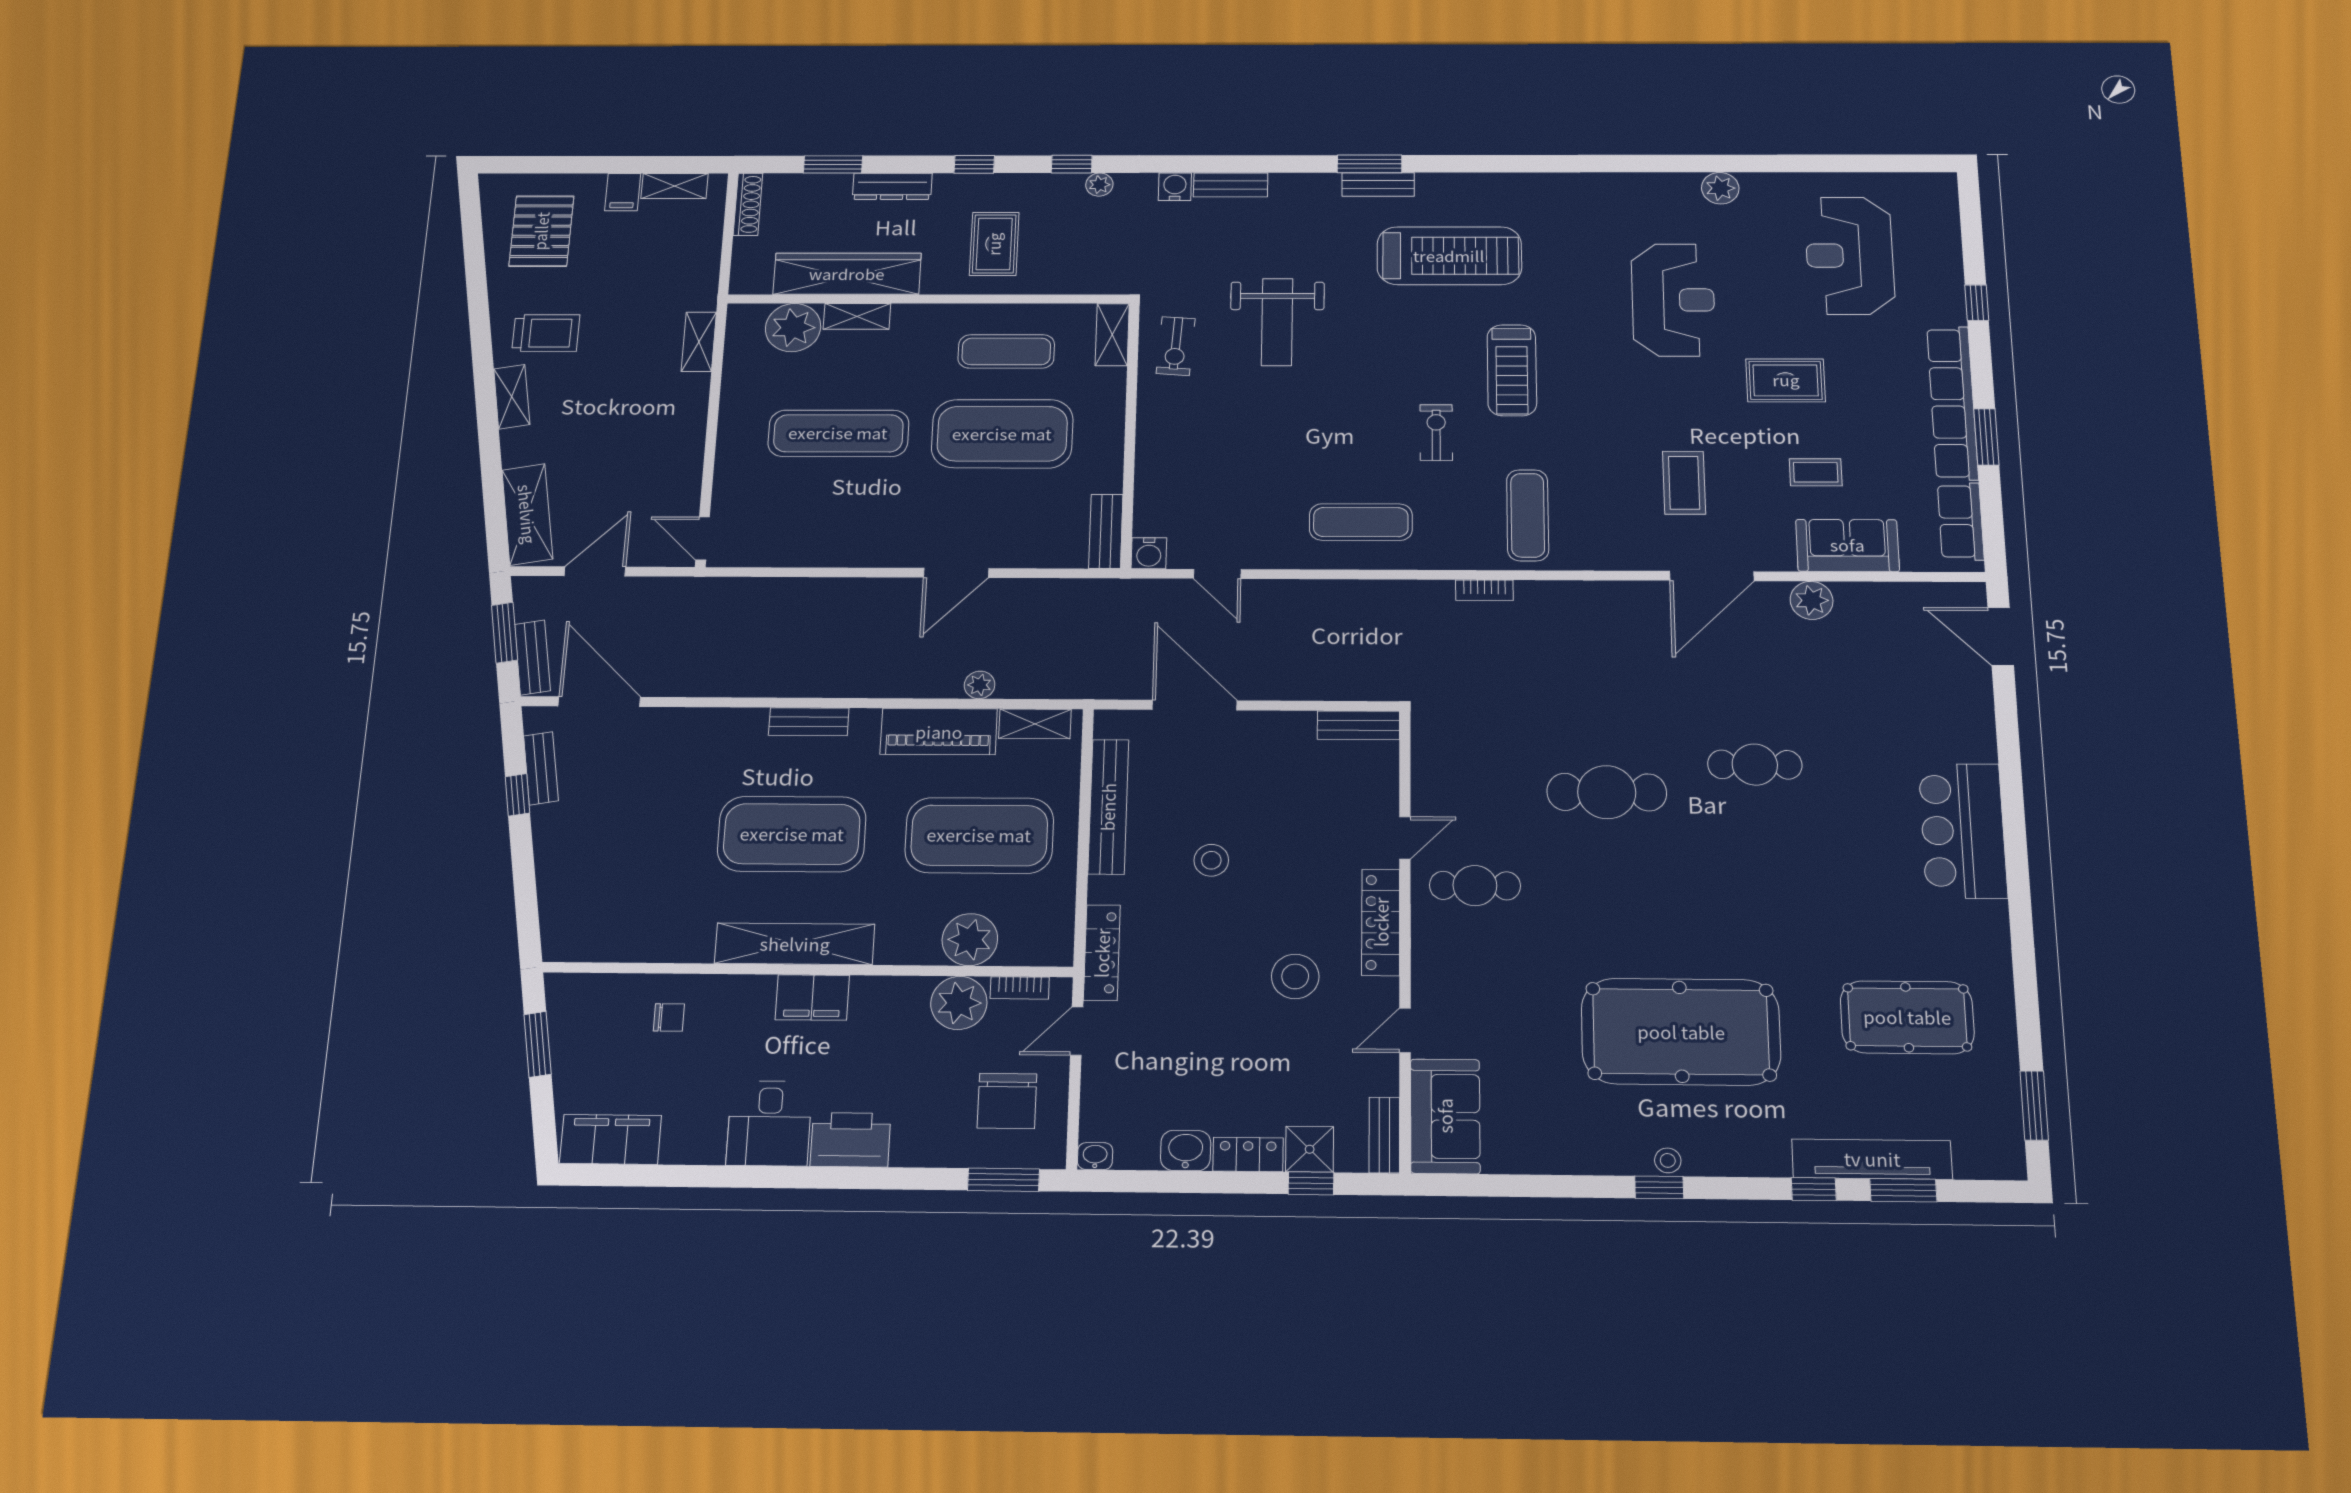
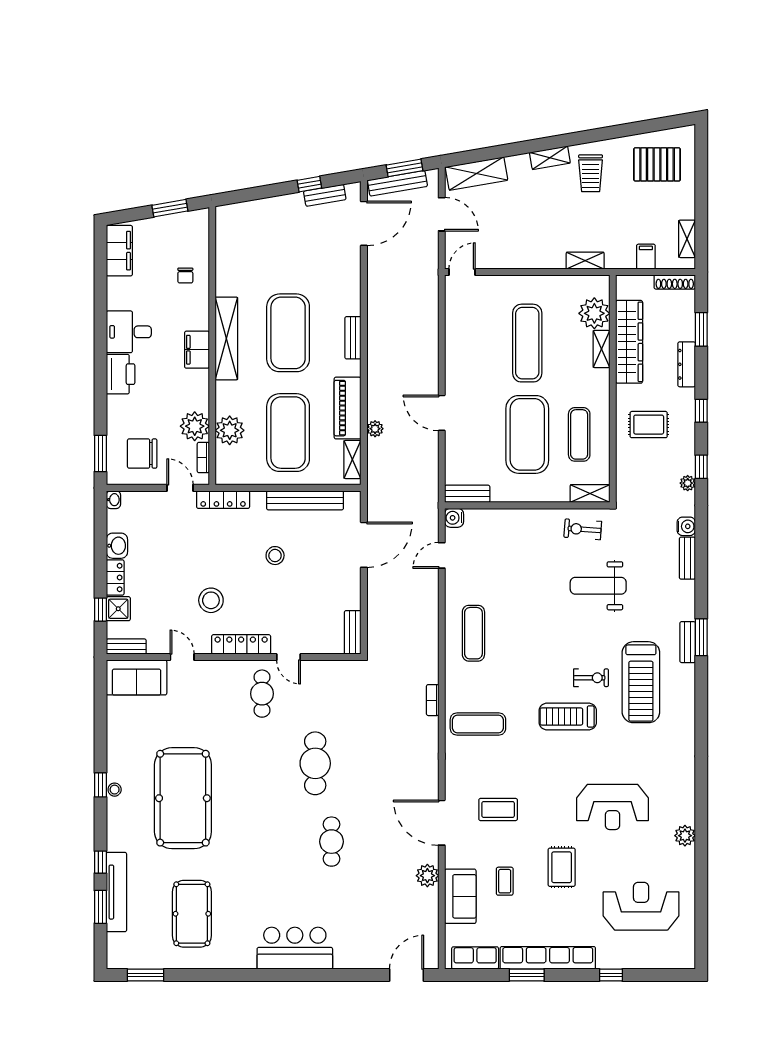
filing cabinet: (623, 192) -> (646, 257), moved, turned 90
exercise bike: (1436, 432) -> (591, 678), moved
bench: (532, 658) -> (397, 183), width x1.36

